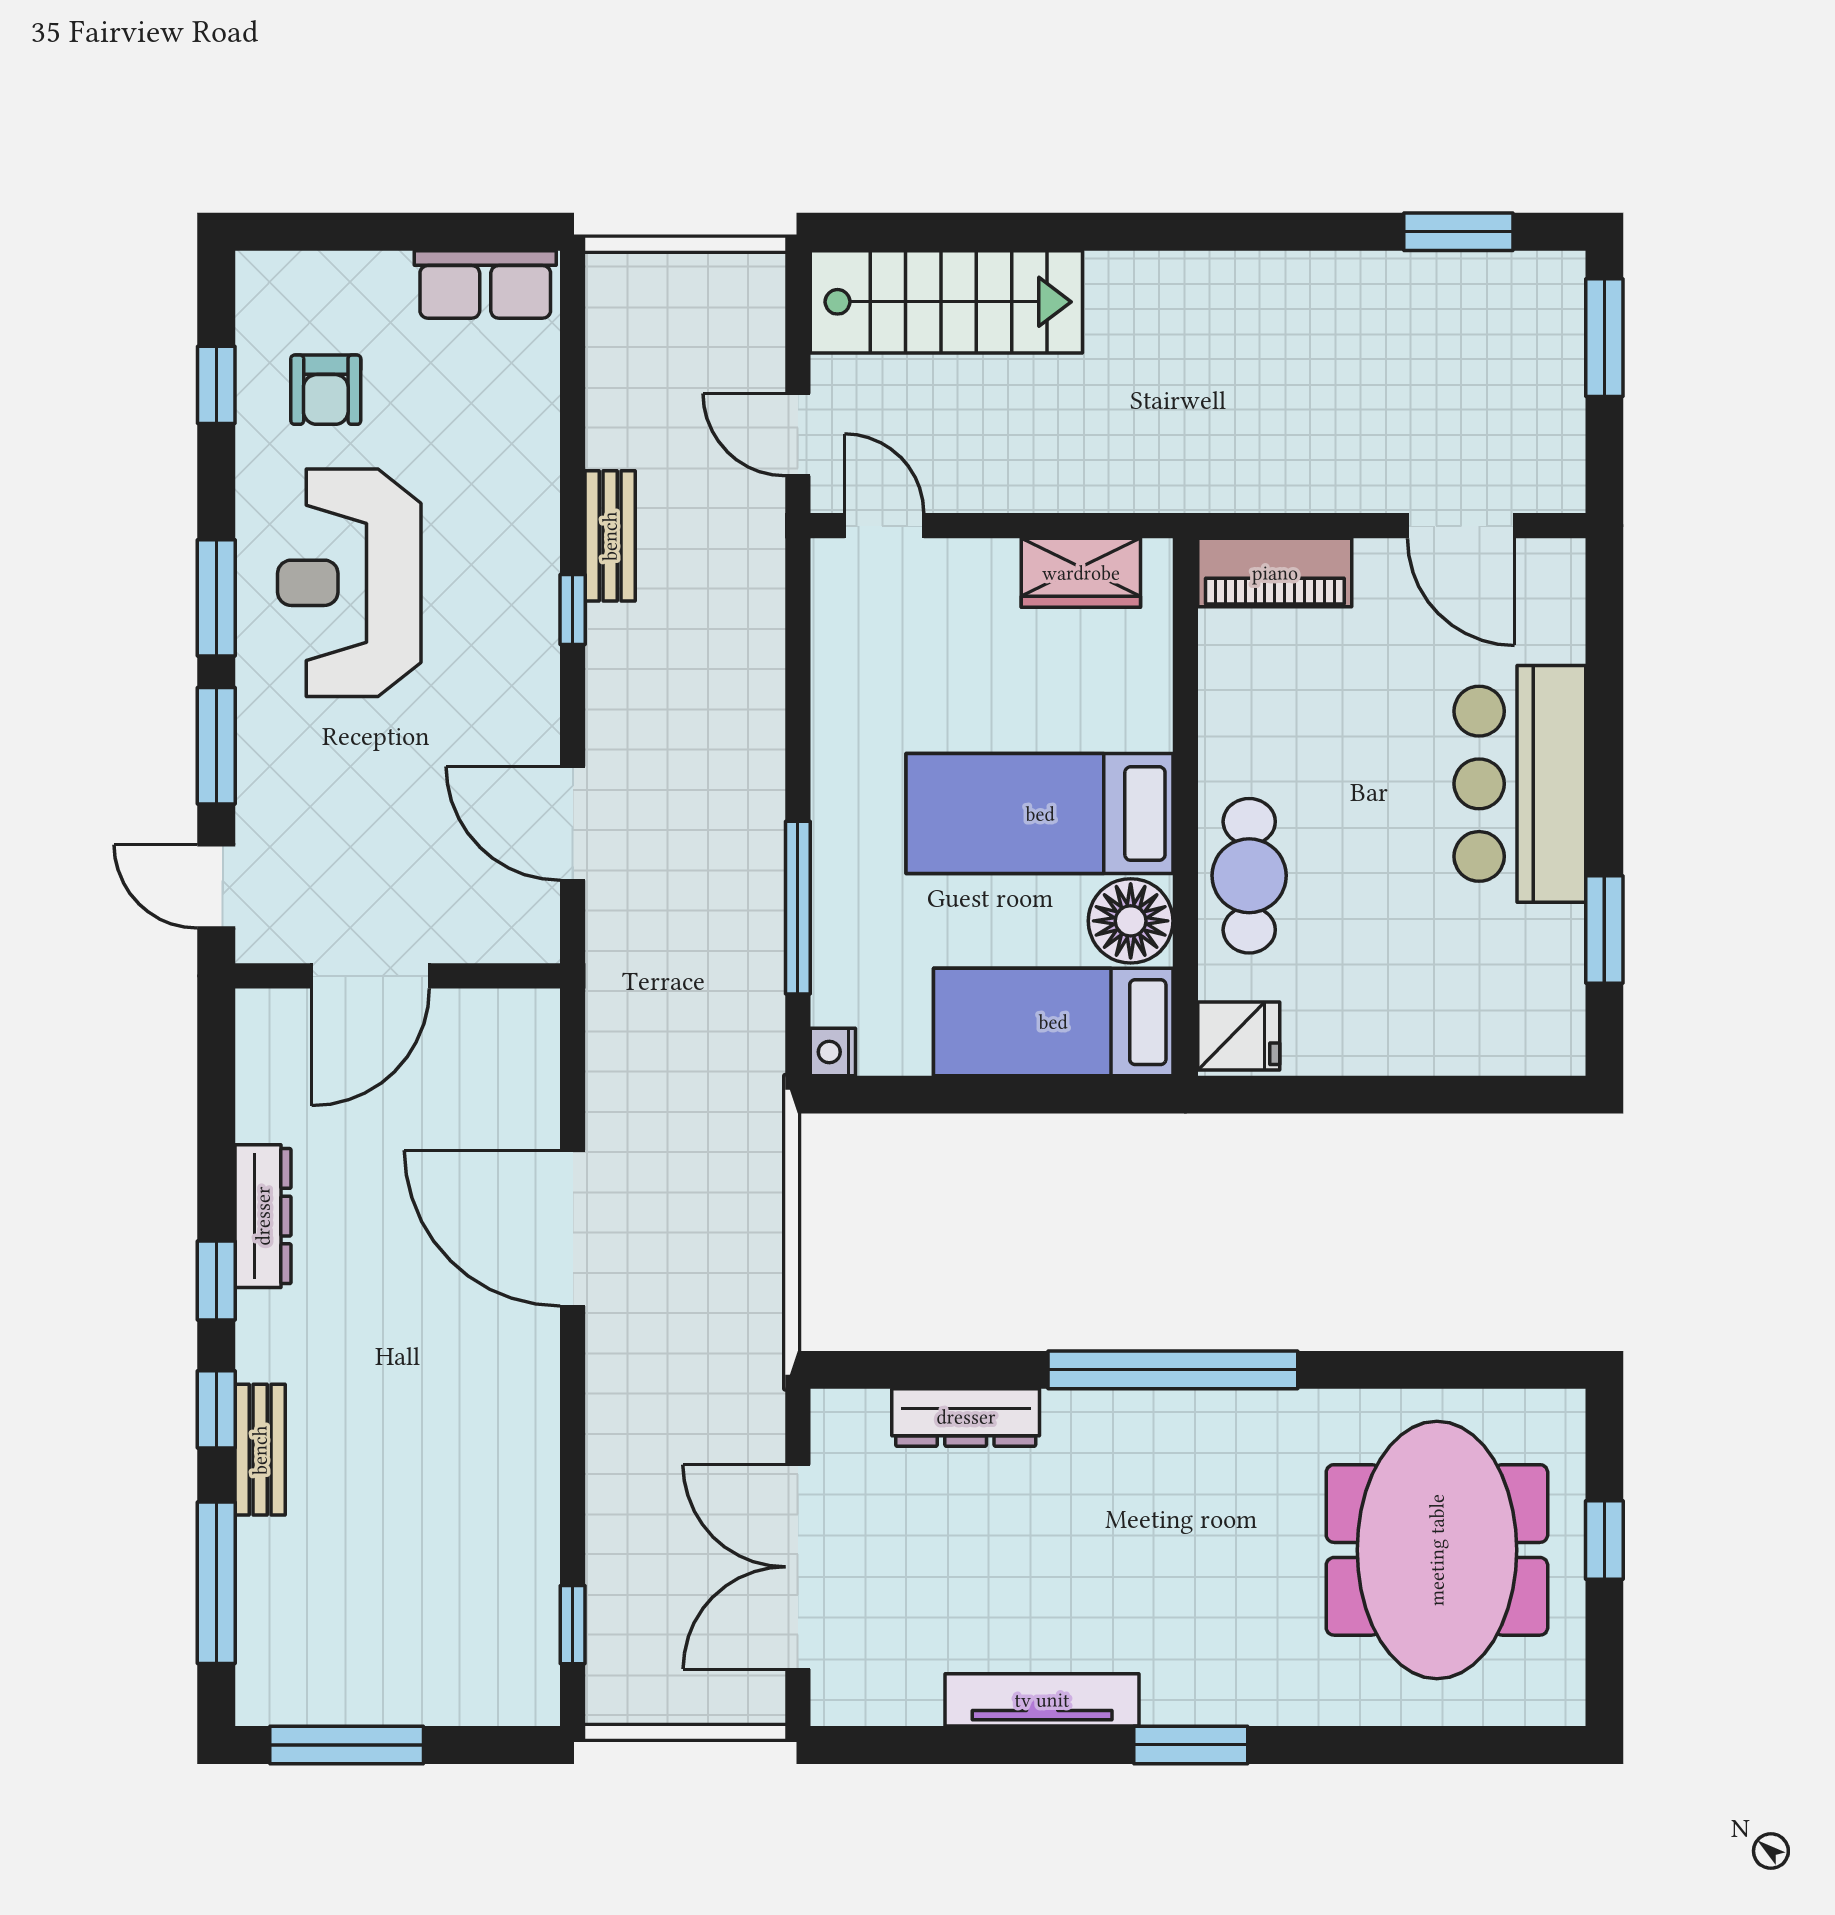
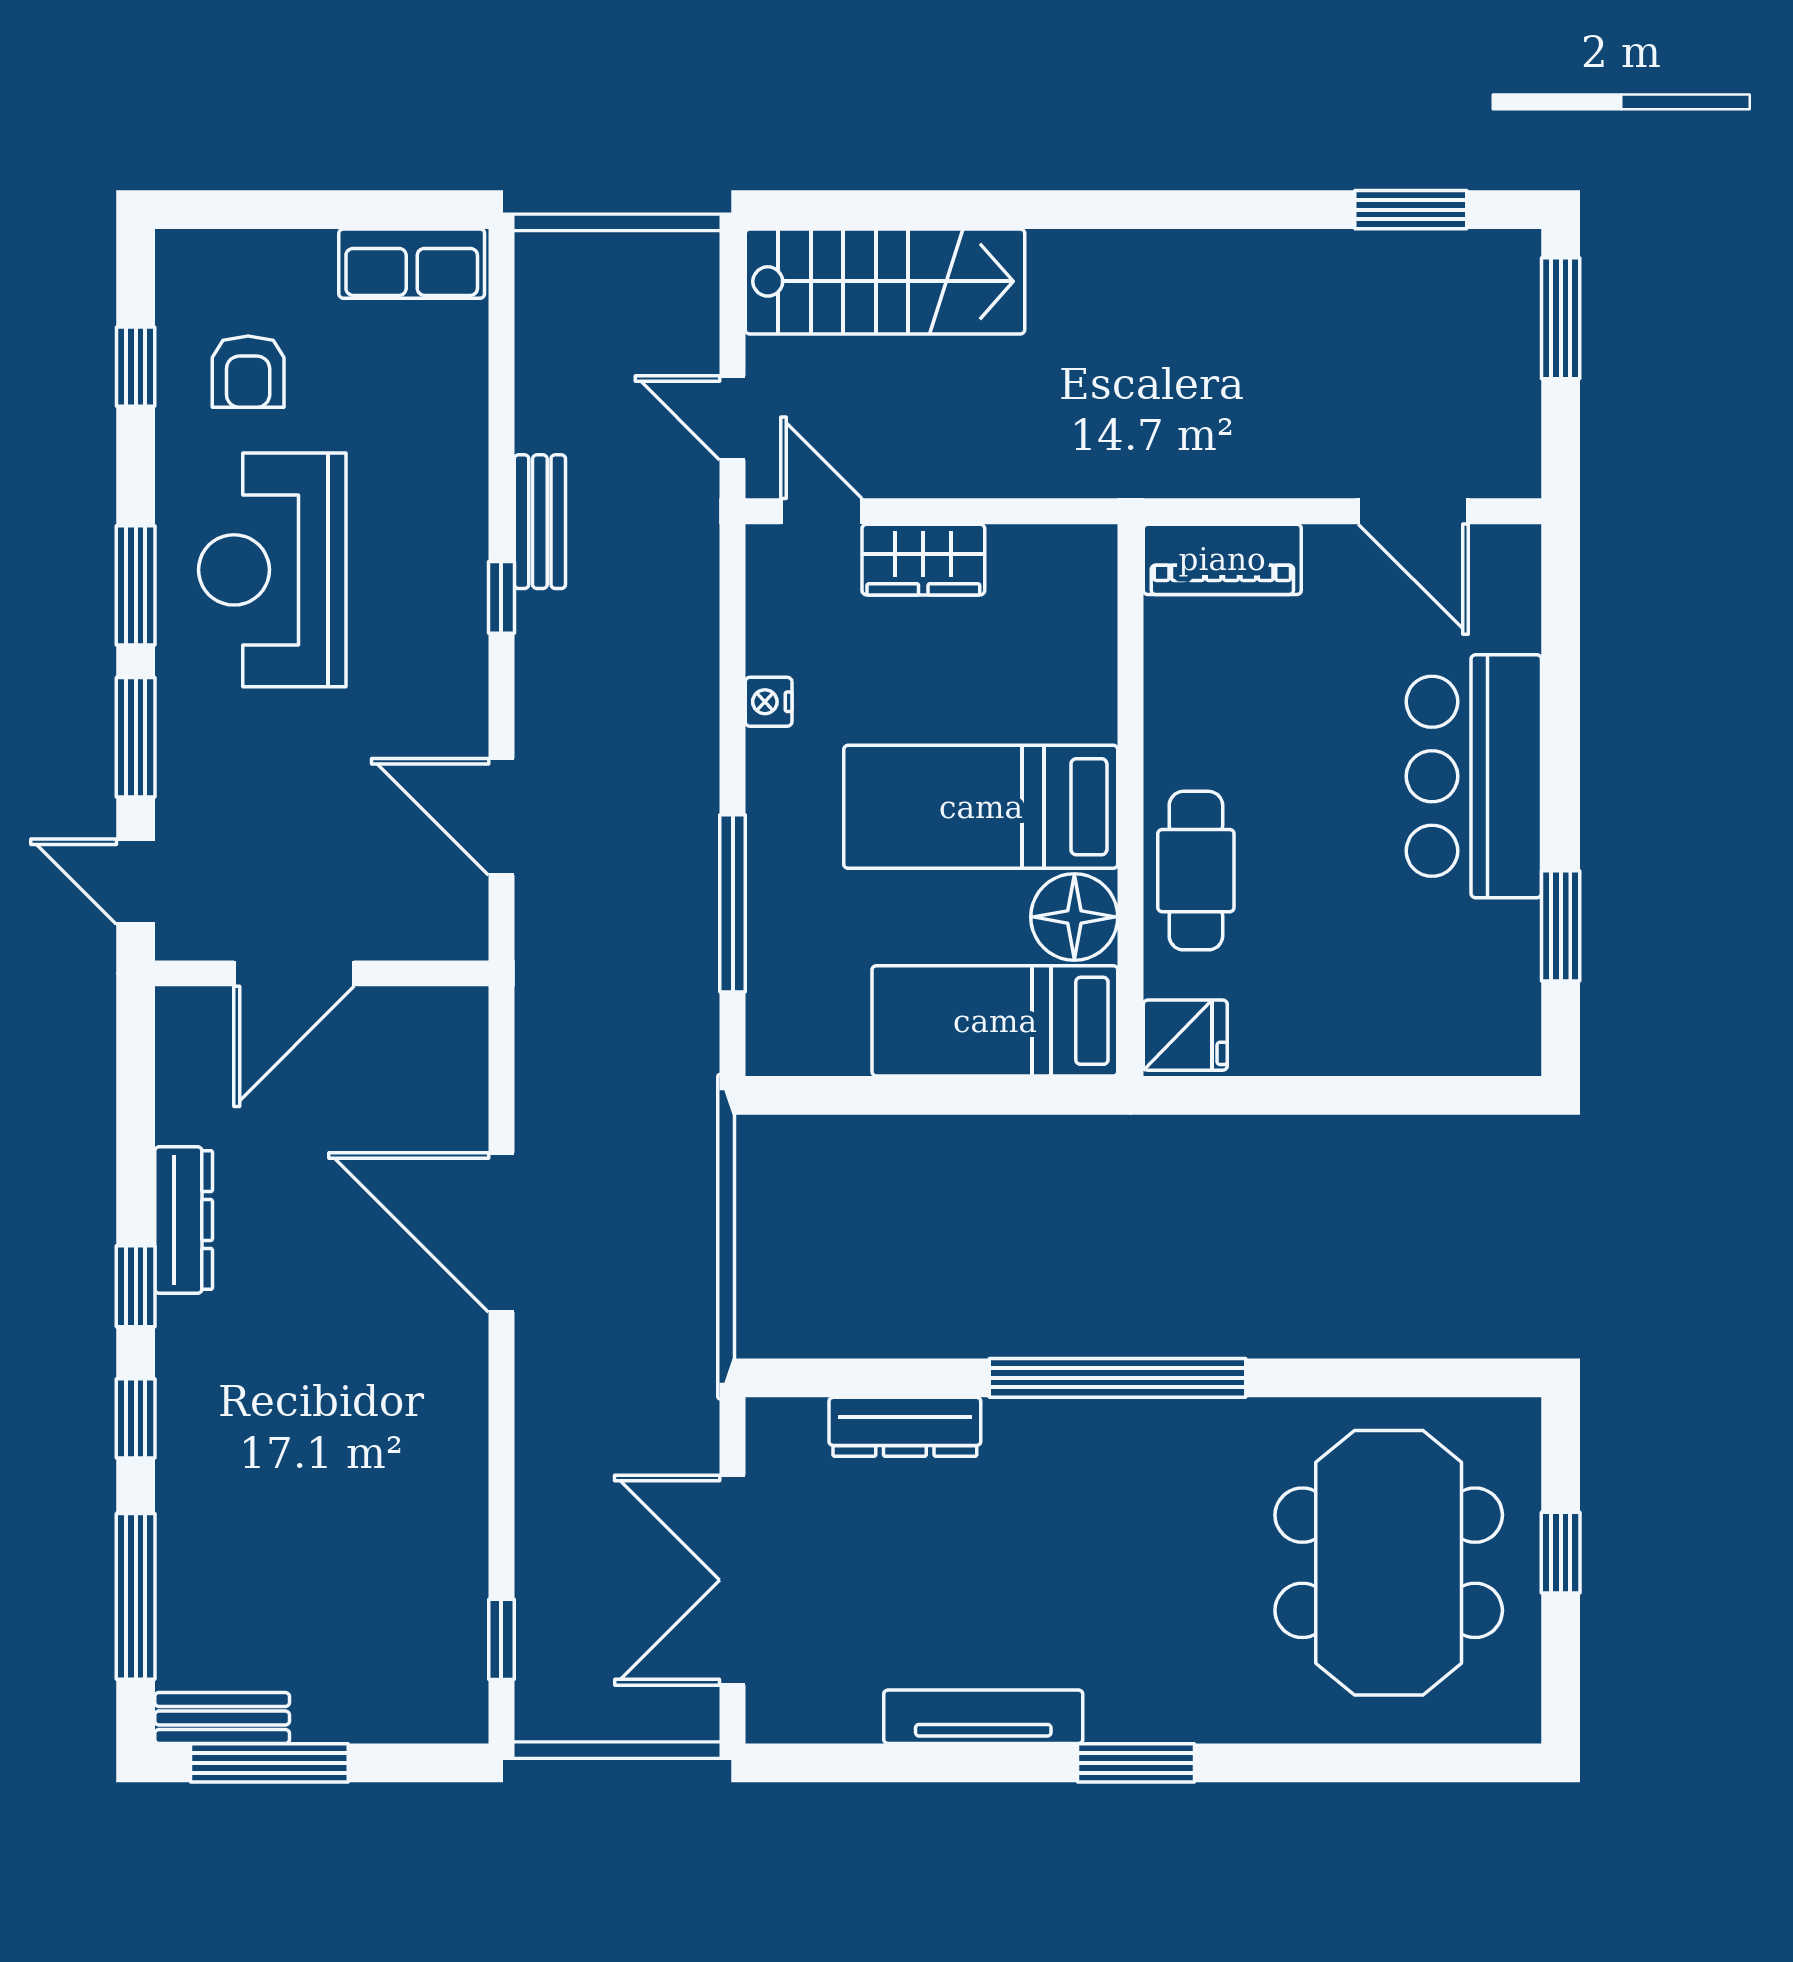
wardrobe: (1081, 573) -> (923, 560), moved
nightstand: (833, 1052) -> (769, 702), moved
bench: (260, 1450) -> (222, 1718), moved, turned 90

